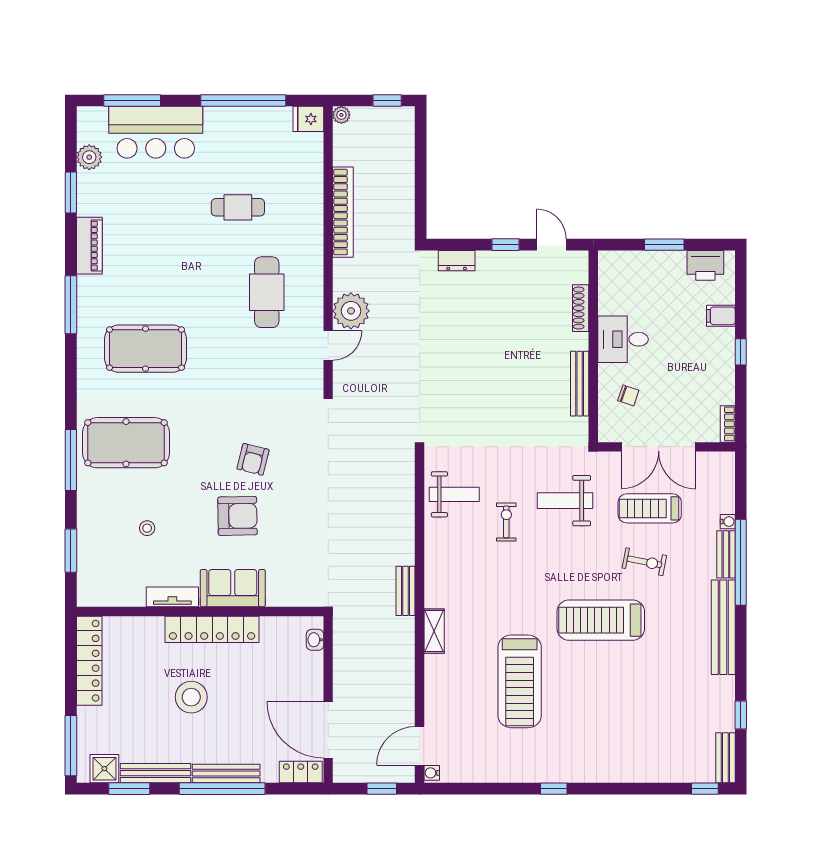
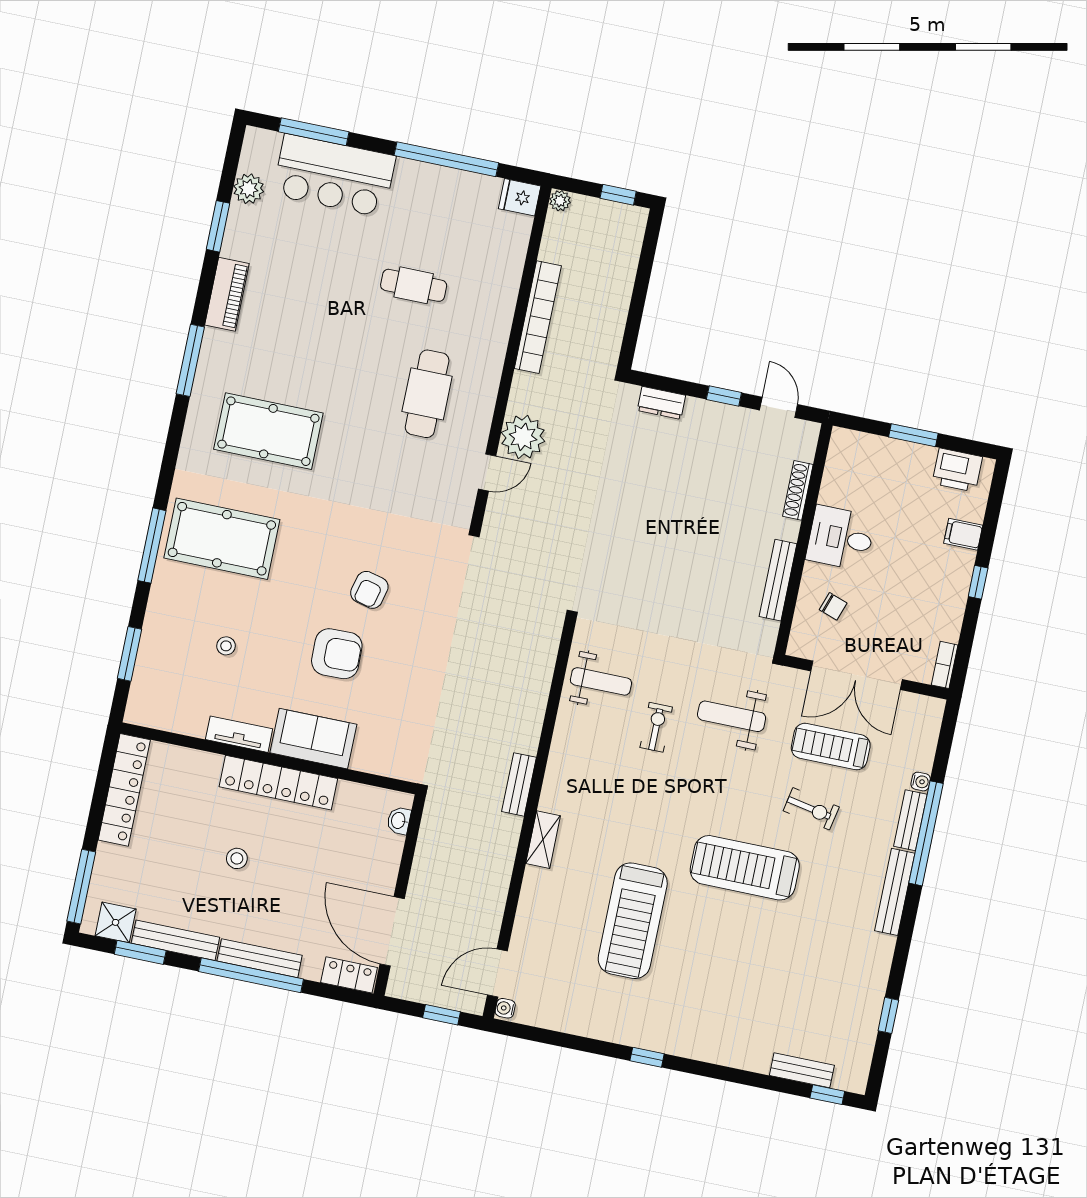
bench: (723, 627) -> (895, 892), width x0.73, depth x0.82
stool: (191, 697) -> (237, 858), width x0.53, depth x0.53
bench: (725, 758) -> (802, 1070), moved, turned 90

